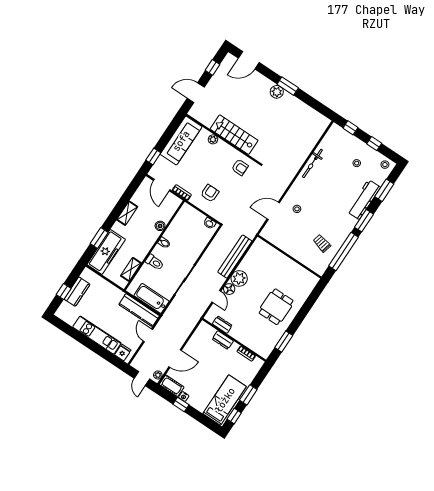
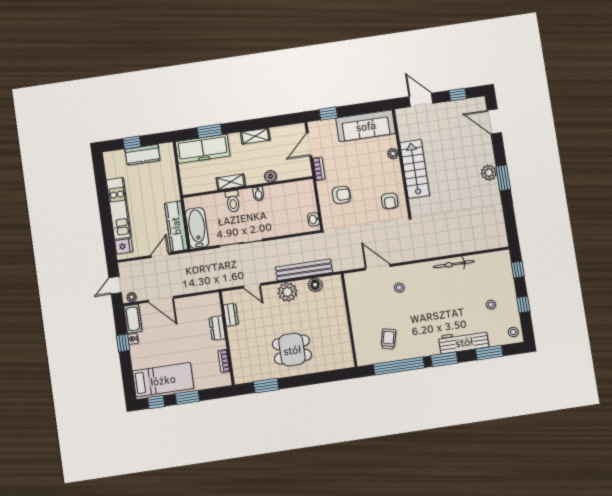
shelving: (131, 269) -> (231, 182), moved
floor lamp: (229, 289) -> (315, 285), moved
door: (216, 296) -> (252, 286), hinge flipped

